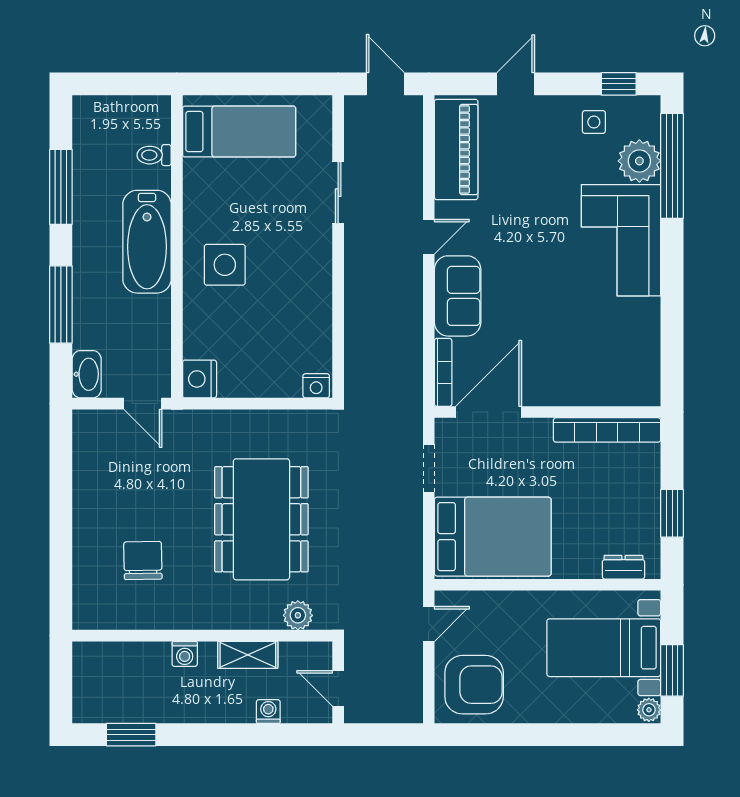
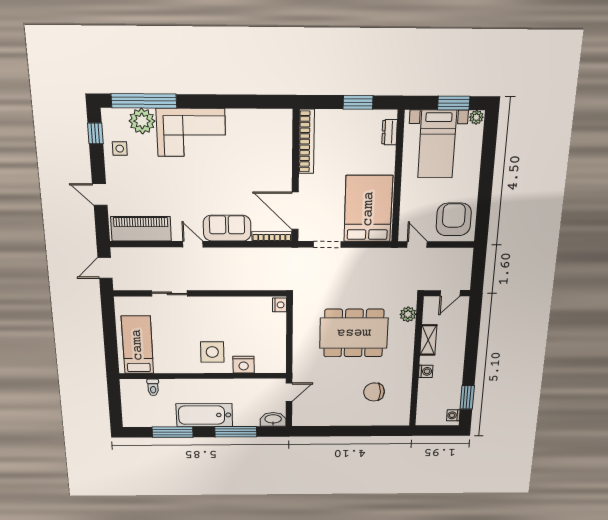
bathtub: (147, 242) -> (204, 415), moved, turned 180
nightstand: (200, 379) -> (244, 365), moved
washing machine: (268, 711) -> (453, 415), moved

